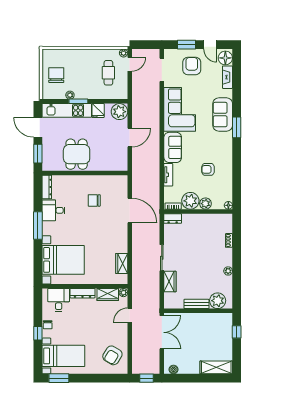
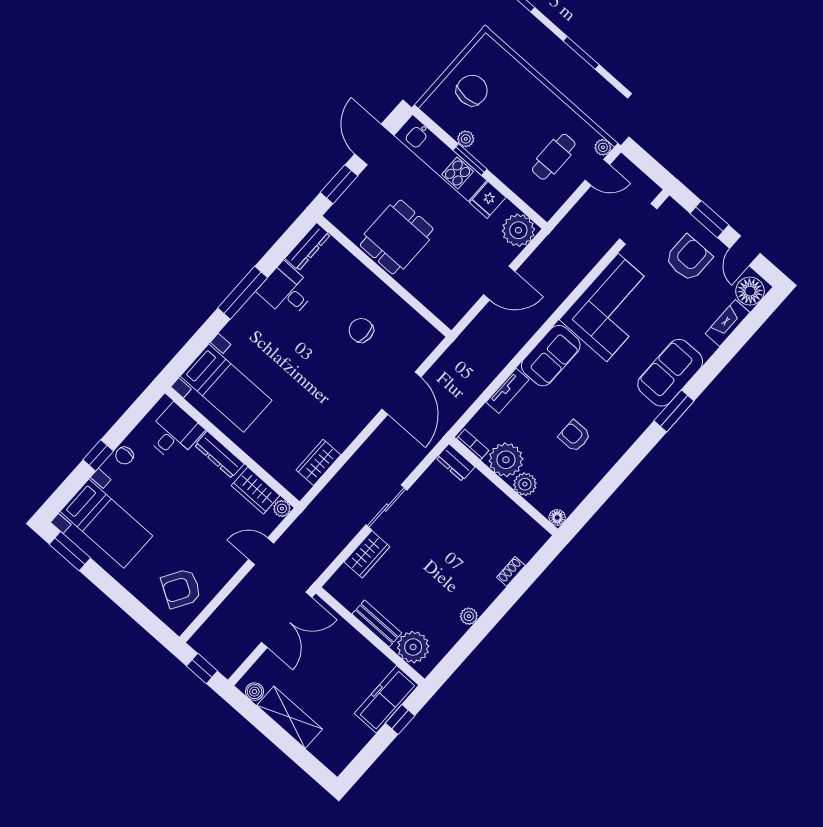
bed with nightstands: (63, 260) -> (226, 388), width x0.73
freezer: (225, 329) -> (386, 699), added
shelving: (216, 367) -> (290, 717), moved

